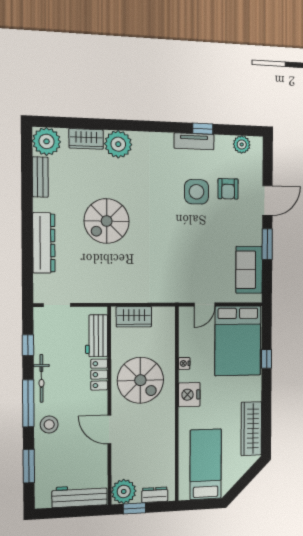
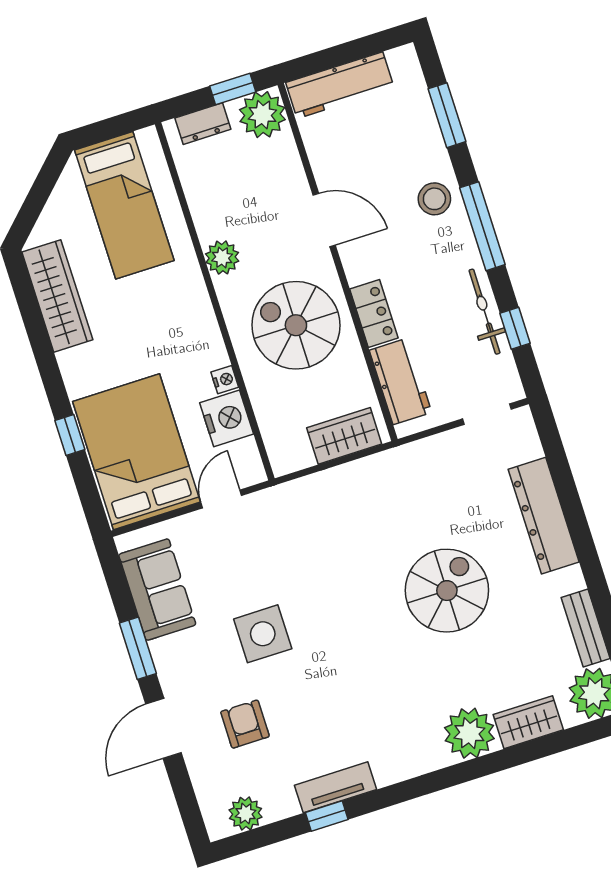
side table: (196, 192) -> (263, 634), moved
bicycle: (41, 378) -> (485, 312), moved
nightstand: (189, 395) -> (227, 418), moved
plant: (166, 425) -> (222, 258), added

